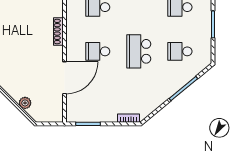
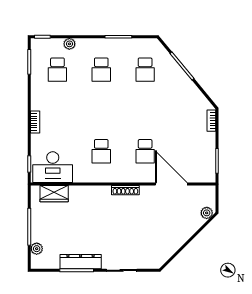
school desk: (139, 51) -> (145, 110), removed
plant: (25, 103) -> (207, 213), moved

